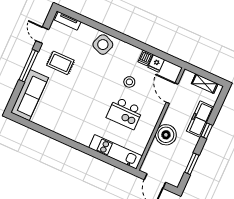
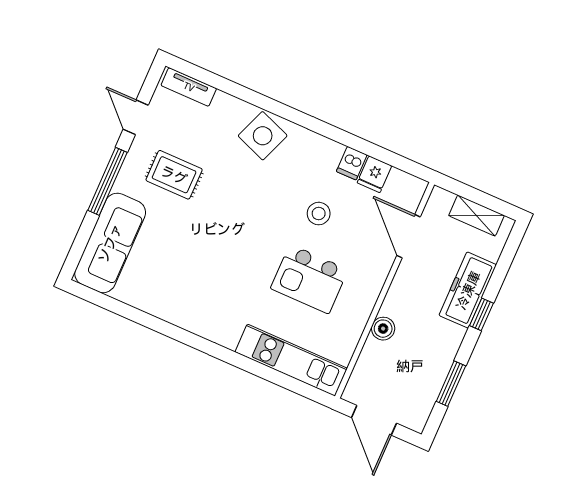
boiler: (166, 135) -> (383, 329), width x0.54, depth x0.54

